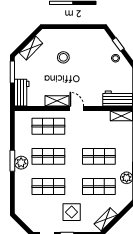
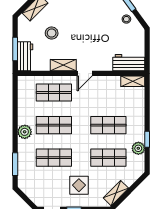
stool: (63, 57) -> (52, 33), moved
window: (12, 72) -> (15, 49), moved
door: (77, 109) -> (85, 73), swing flipped
window: (12, 161) -> (15, 164), moved

